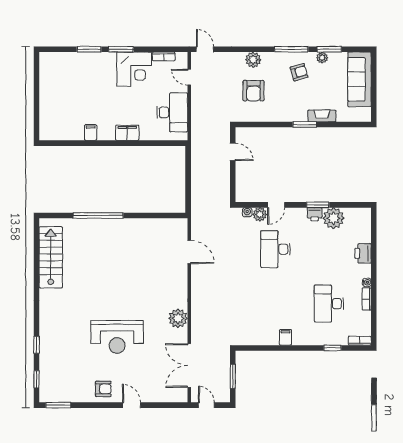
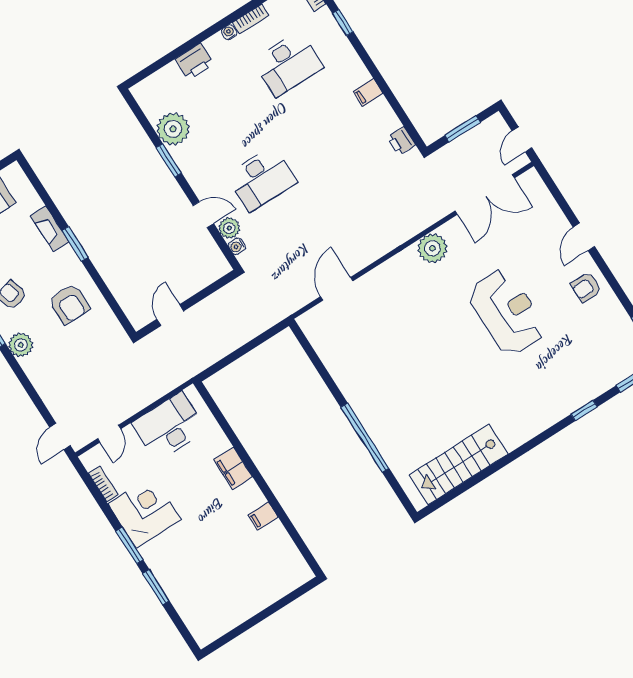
plant: (253, 60) -> (21, 345), moved
armchair: (253, 91) -> (69, 304), moved, turned 90
printer: (315, 214) -> (401, 141), moved, turned 180
armchair: (103, 389) -> (586, 287), turned -90

